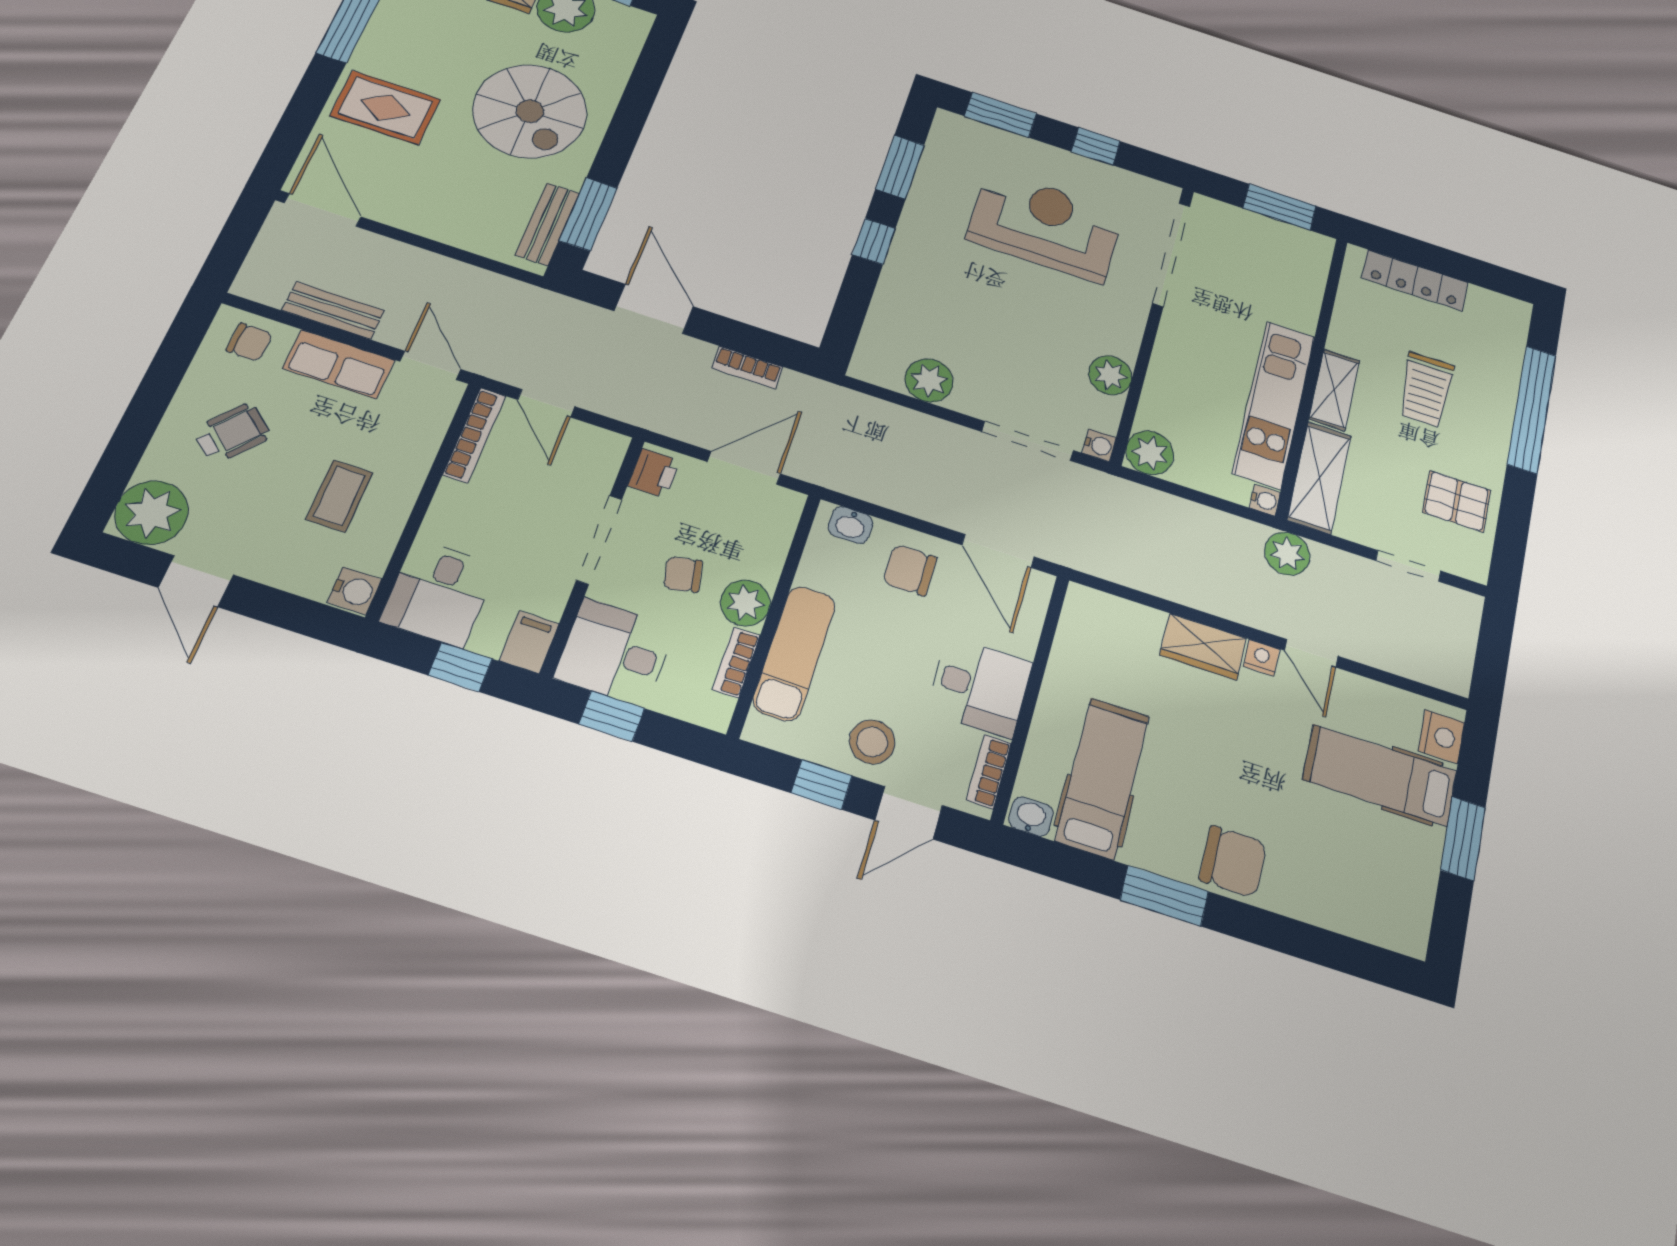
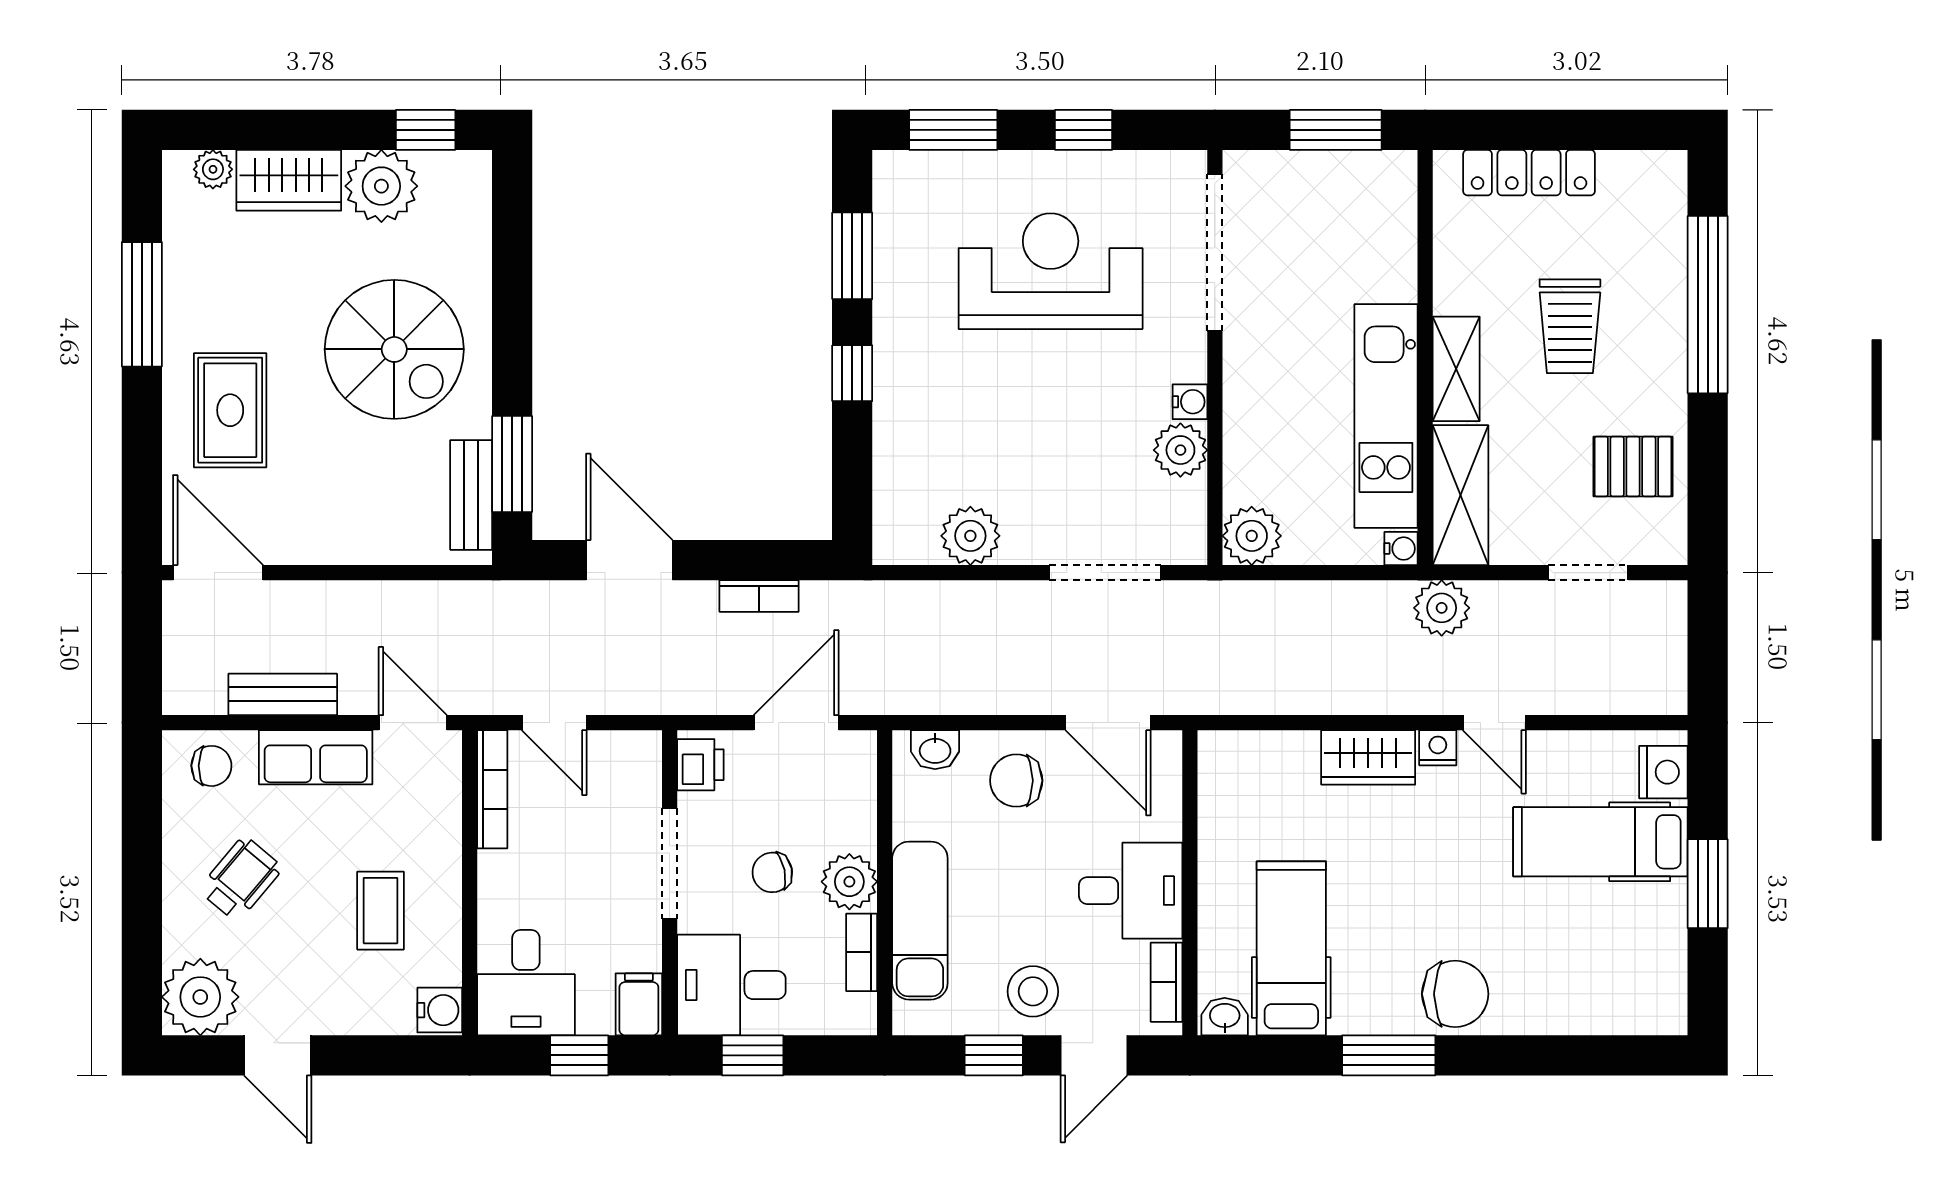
rug: (385, 108) -> (230, 410), turned 90
water cooler: (1099, 445) -> (1190, 402), moved

